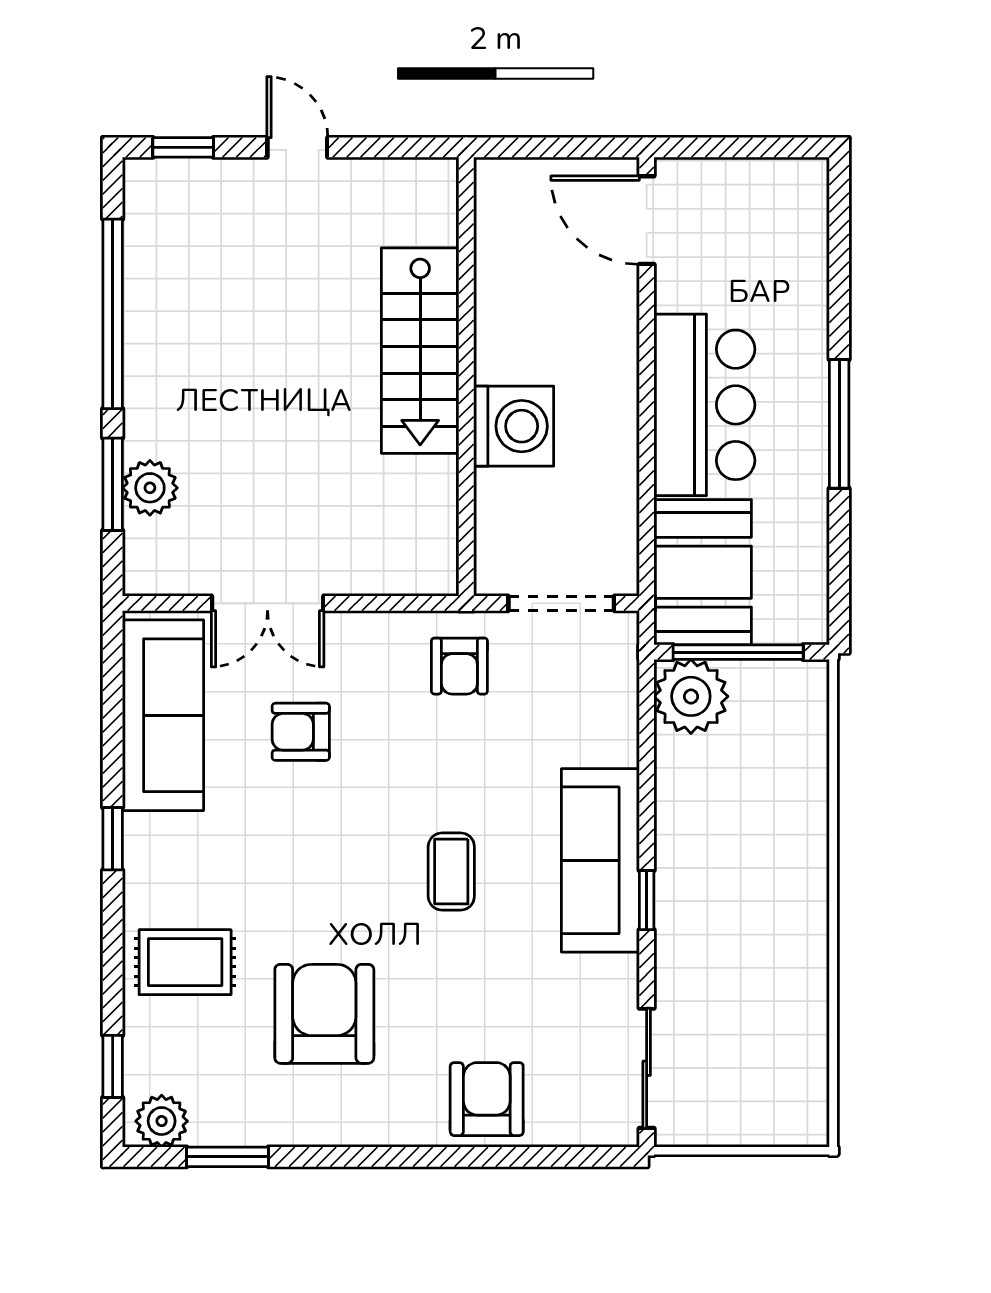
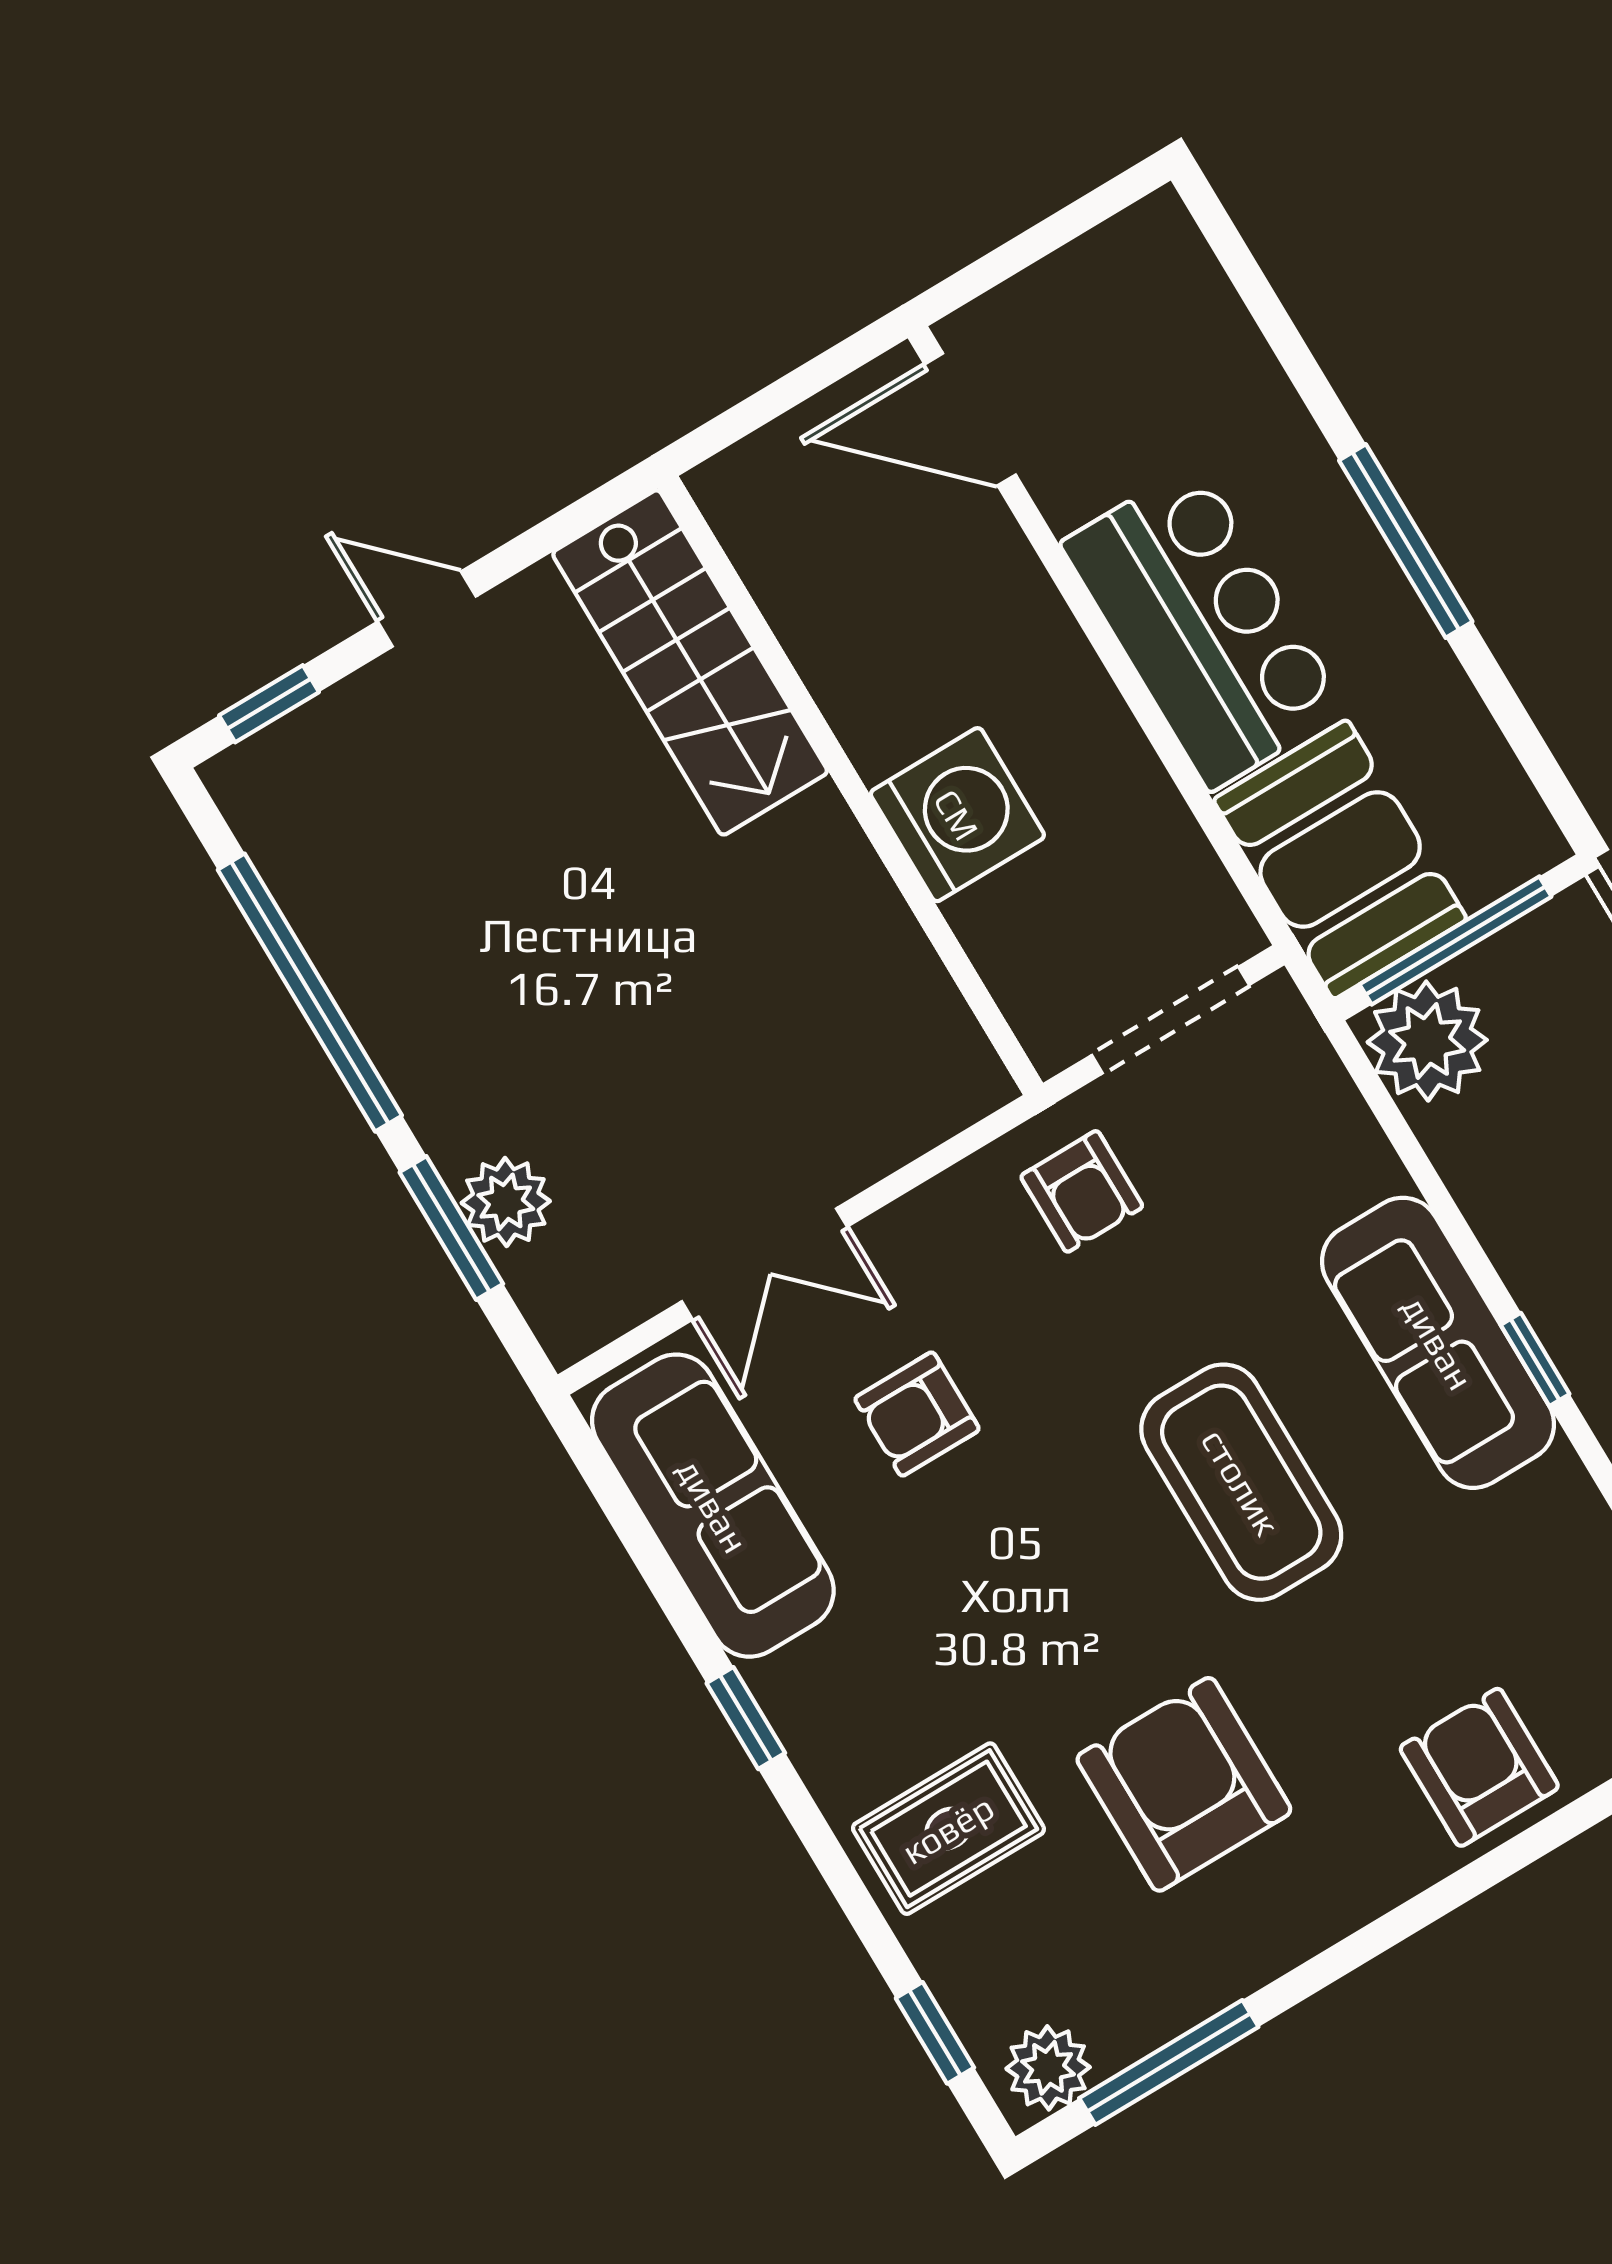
stairs: (420, 351) -> (690, 662), moved
coffee table: (451, 872) -> (1241, 1482), width x1.86, depth x1.72
window: (228, 1157) -> (1169, 2062), width x1.44

